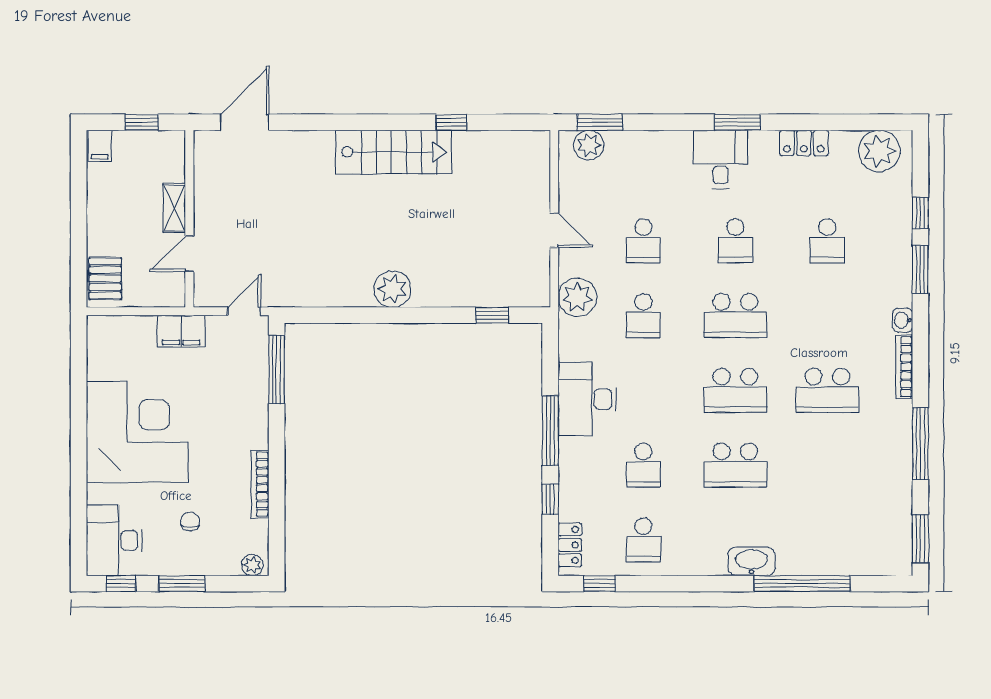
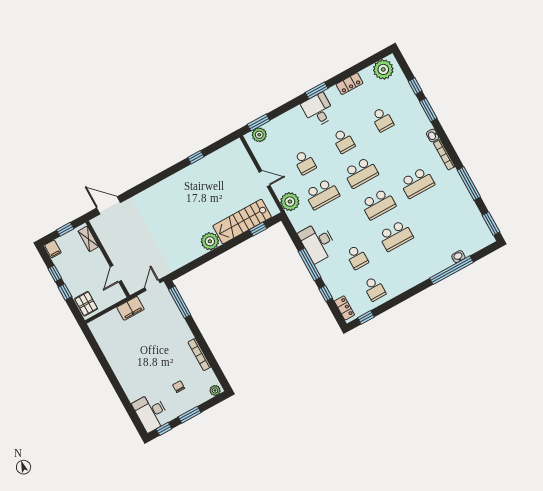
door: (245, 122) -> (109, 205), hinge flipped
stairs: (394, 152) -> (242, 222), moved, turned 180
window: (79, 192) -> (55, 273), added
shelving: (174, 208) -> (88, 239), moved
window: (79, 236) -> (65, 292), added
school desk: (643, 316) -> (322, 194), width x1.85
corner desk: (137, 432) -> (135, 361), removed
washbasin: (752, 561) -> (458, 257), moved, width x0.52, depth x0.69

